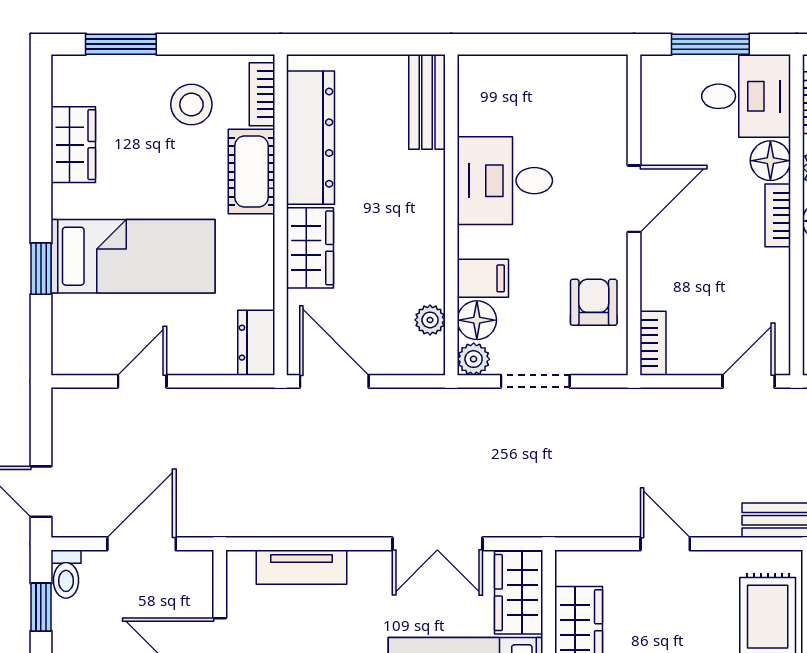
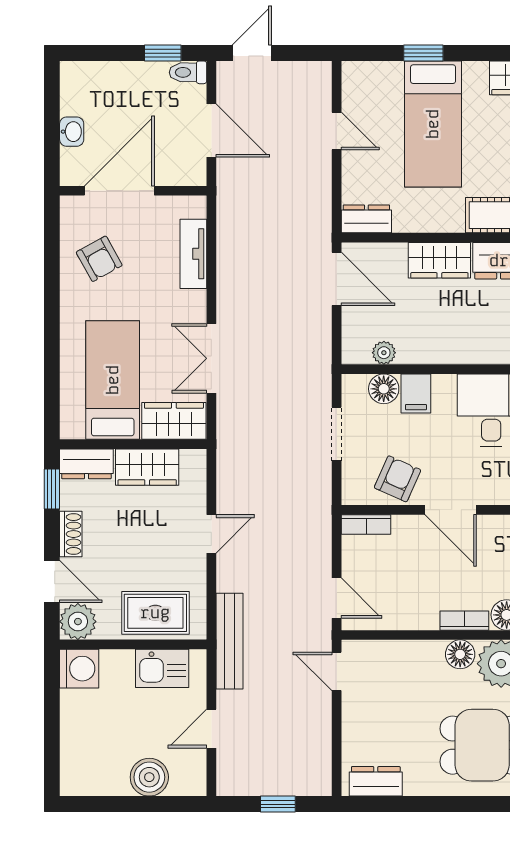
door: (634, 199) -> (451, 510), moved
armchair: (594, 302) -> (397, 479), turned -66
plant: (474, 359) -> (354, 386), removed
door: (334, 381) -> (337, 279), hinge flipped

